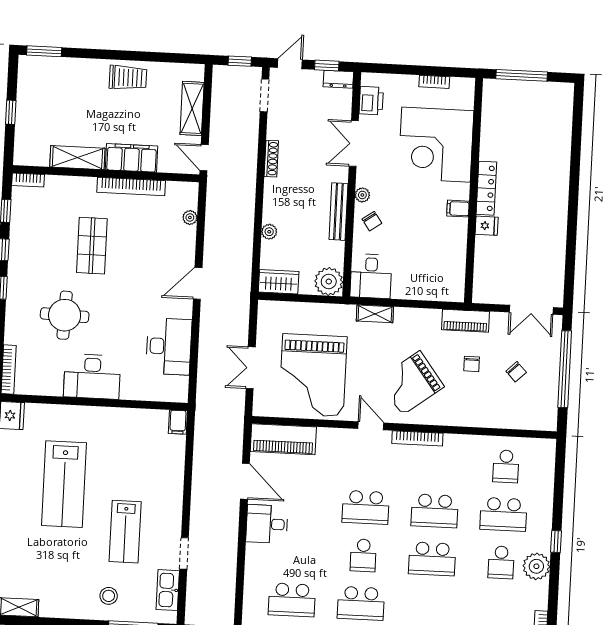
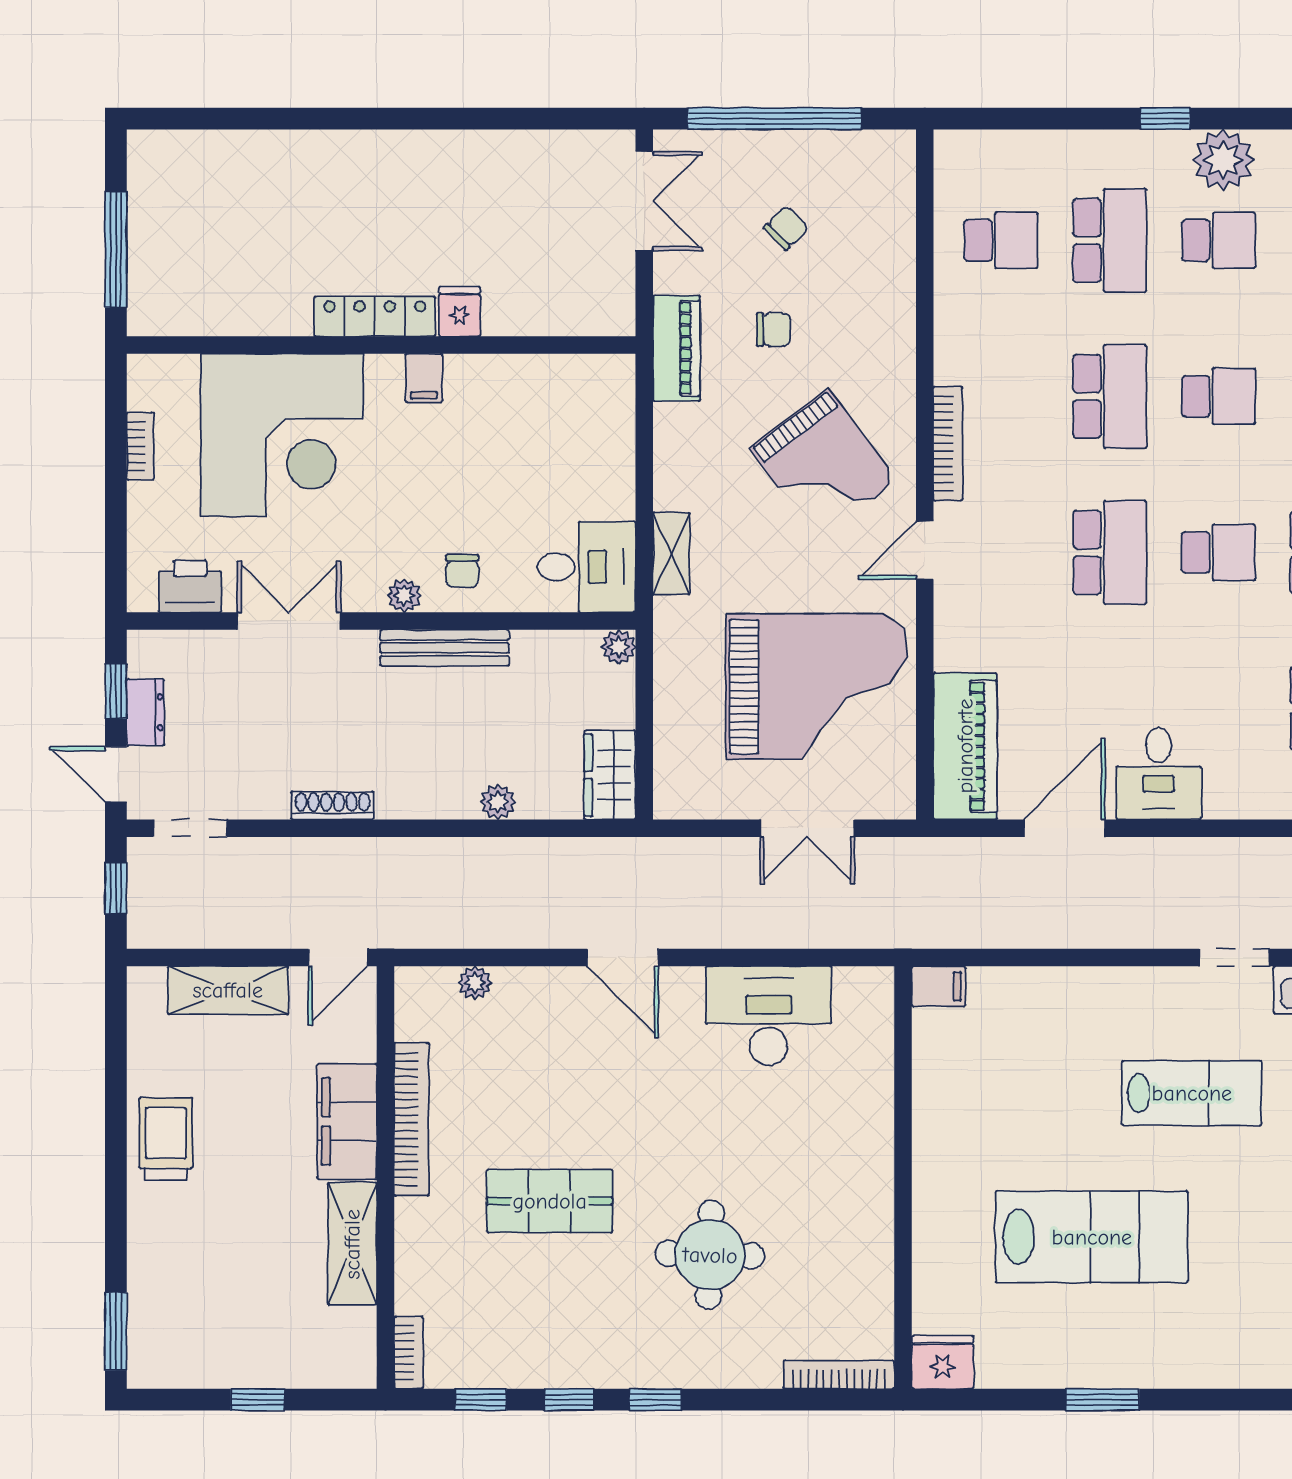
dresser: (338, 79) -> (145, 712), moved
double door: (354, 143) -> (289, 621), swing flipped
chair: (372, 221) -> (462, 571), turned 125
plant: (329, 282) -> (619, 647), width x0.53, depth x0.53
desk: (92, 377) -> (845, 1185), removed
school desk: (432, 559) -> (1218, 396), width x0.54

